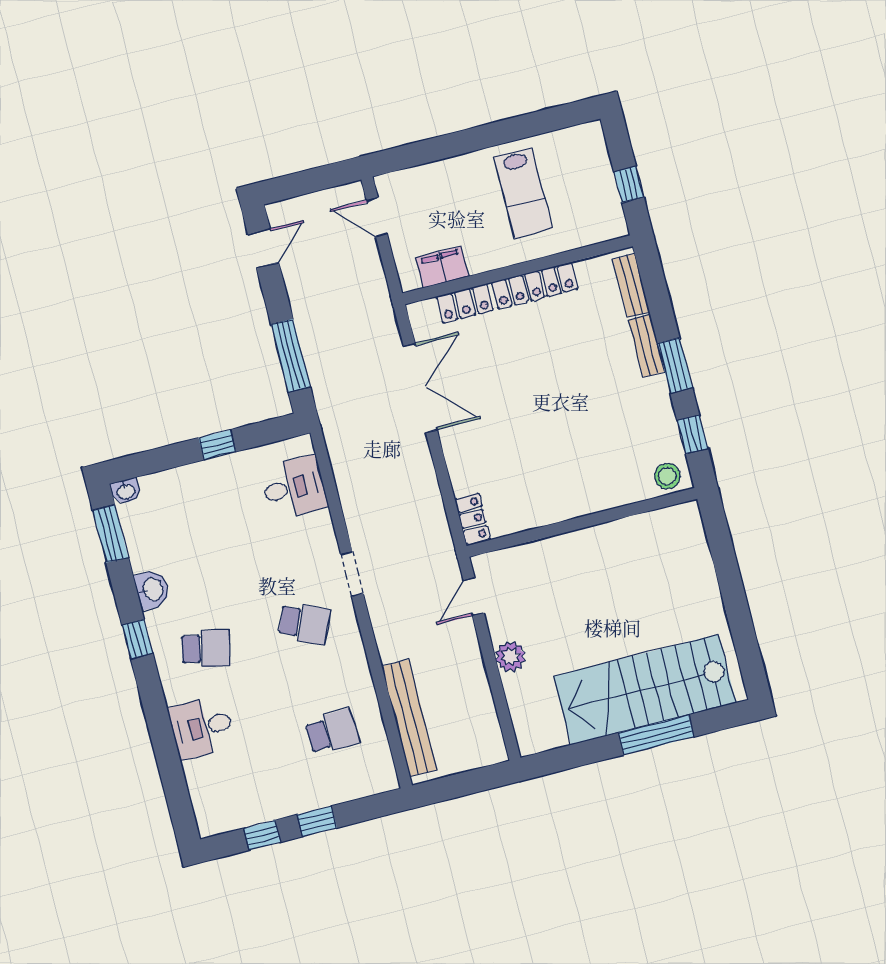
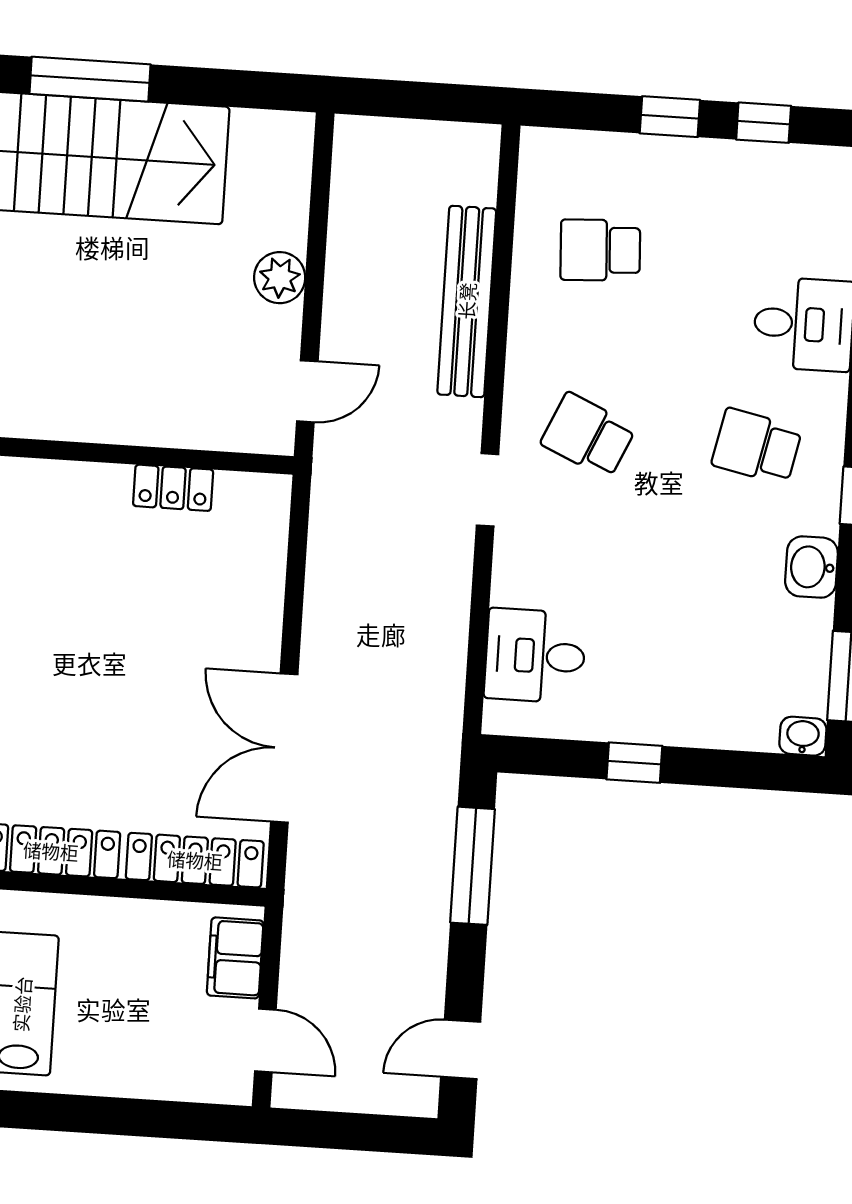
filing cabinet: (442, 267) -> (235, 958), moved, turned 90
locker: (465, 303) -> (195, 860), width x1.53
locker: (472, 519) -> (173, 488), moved, turned -90
bench: (409, 718) -> (467, 301), moved

